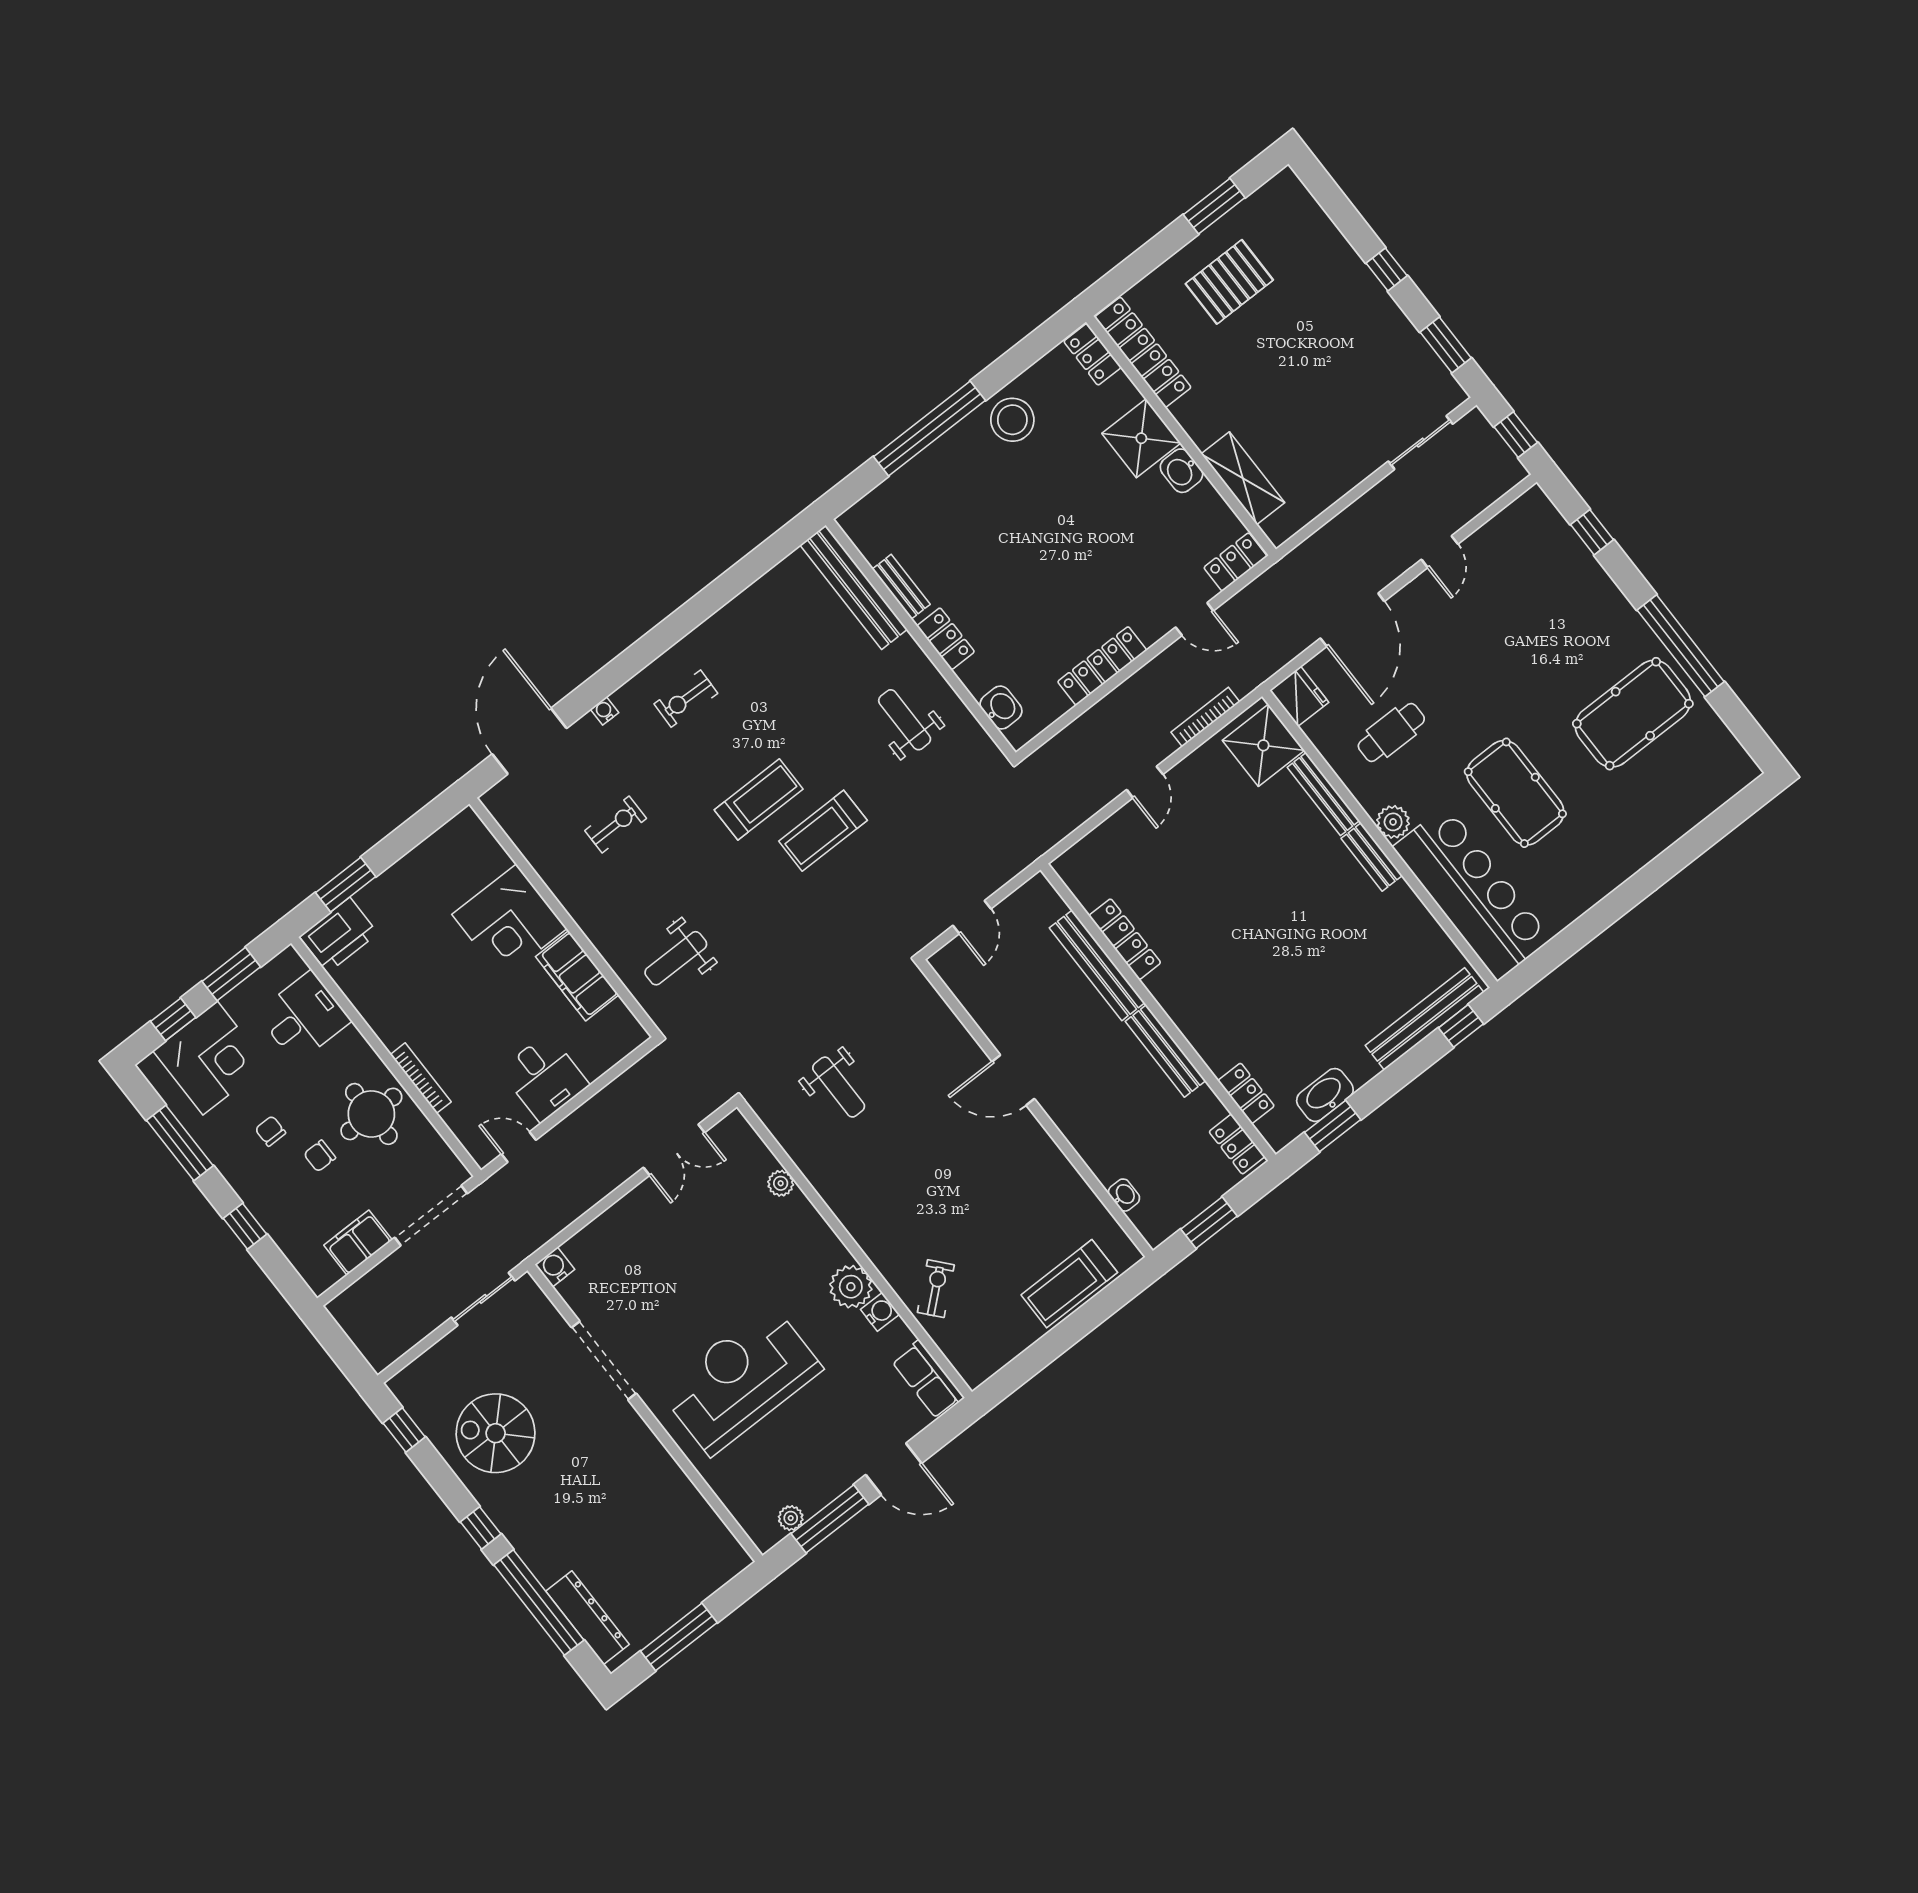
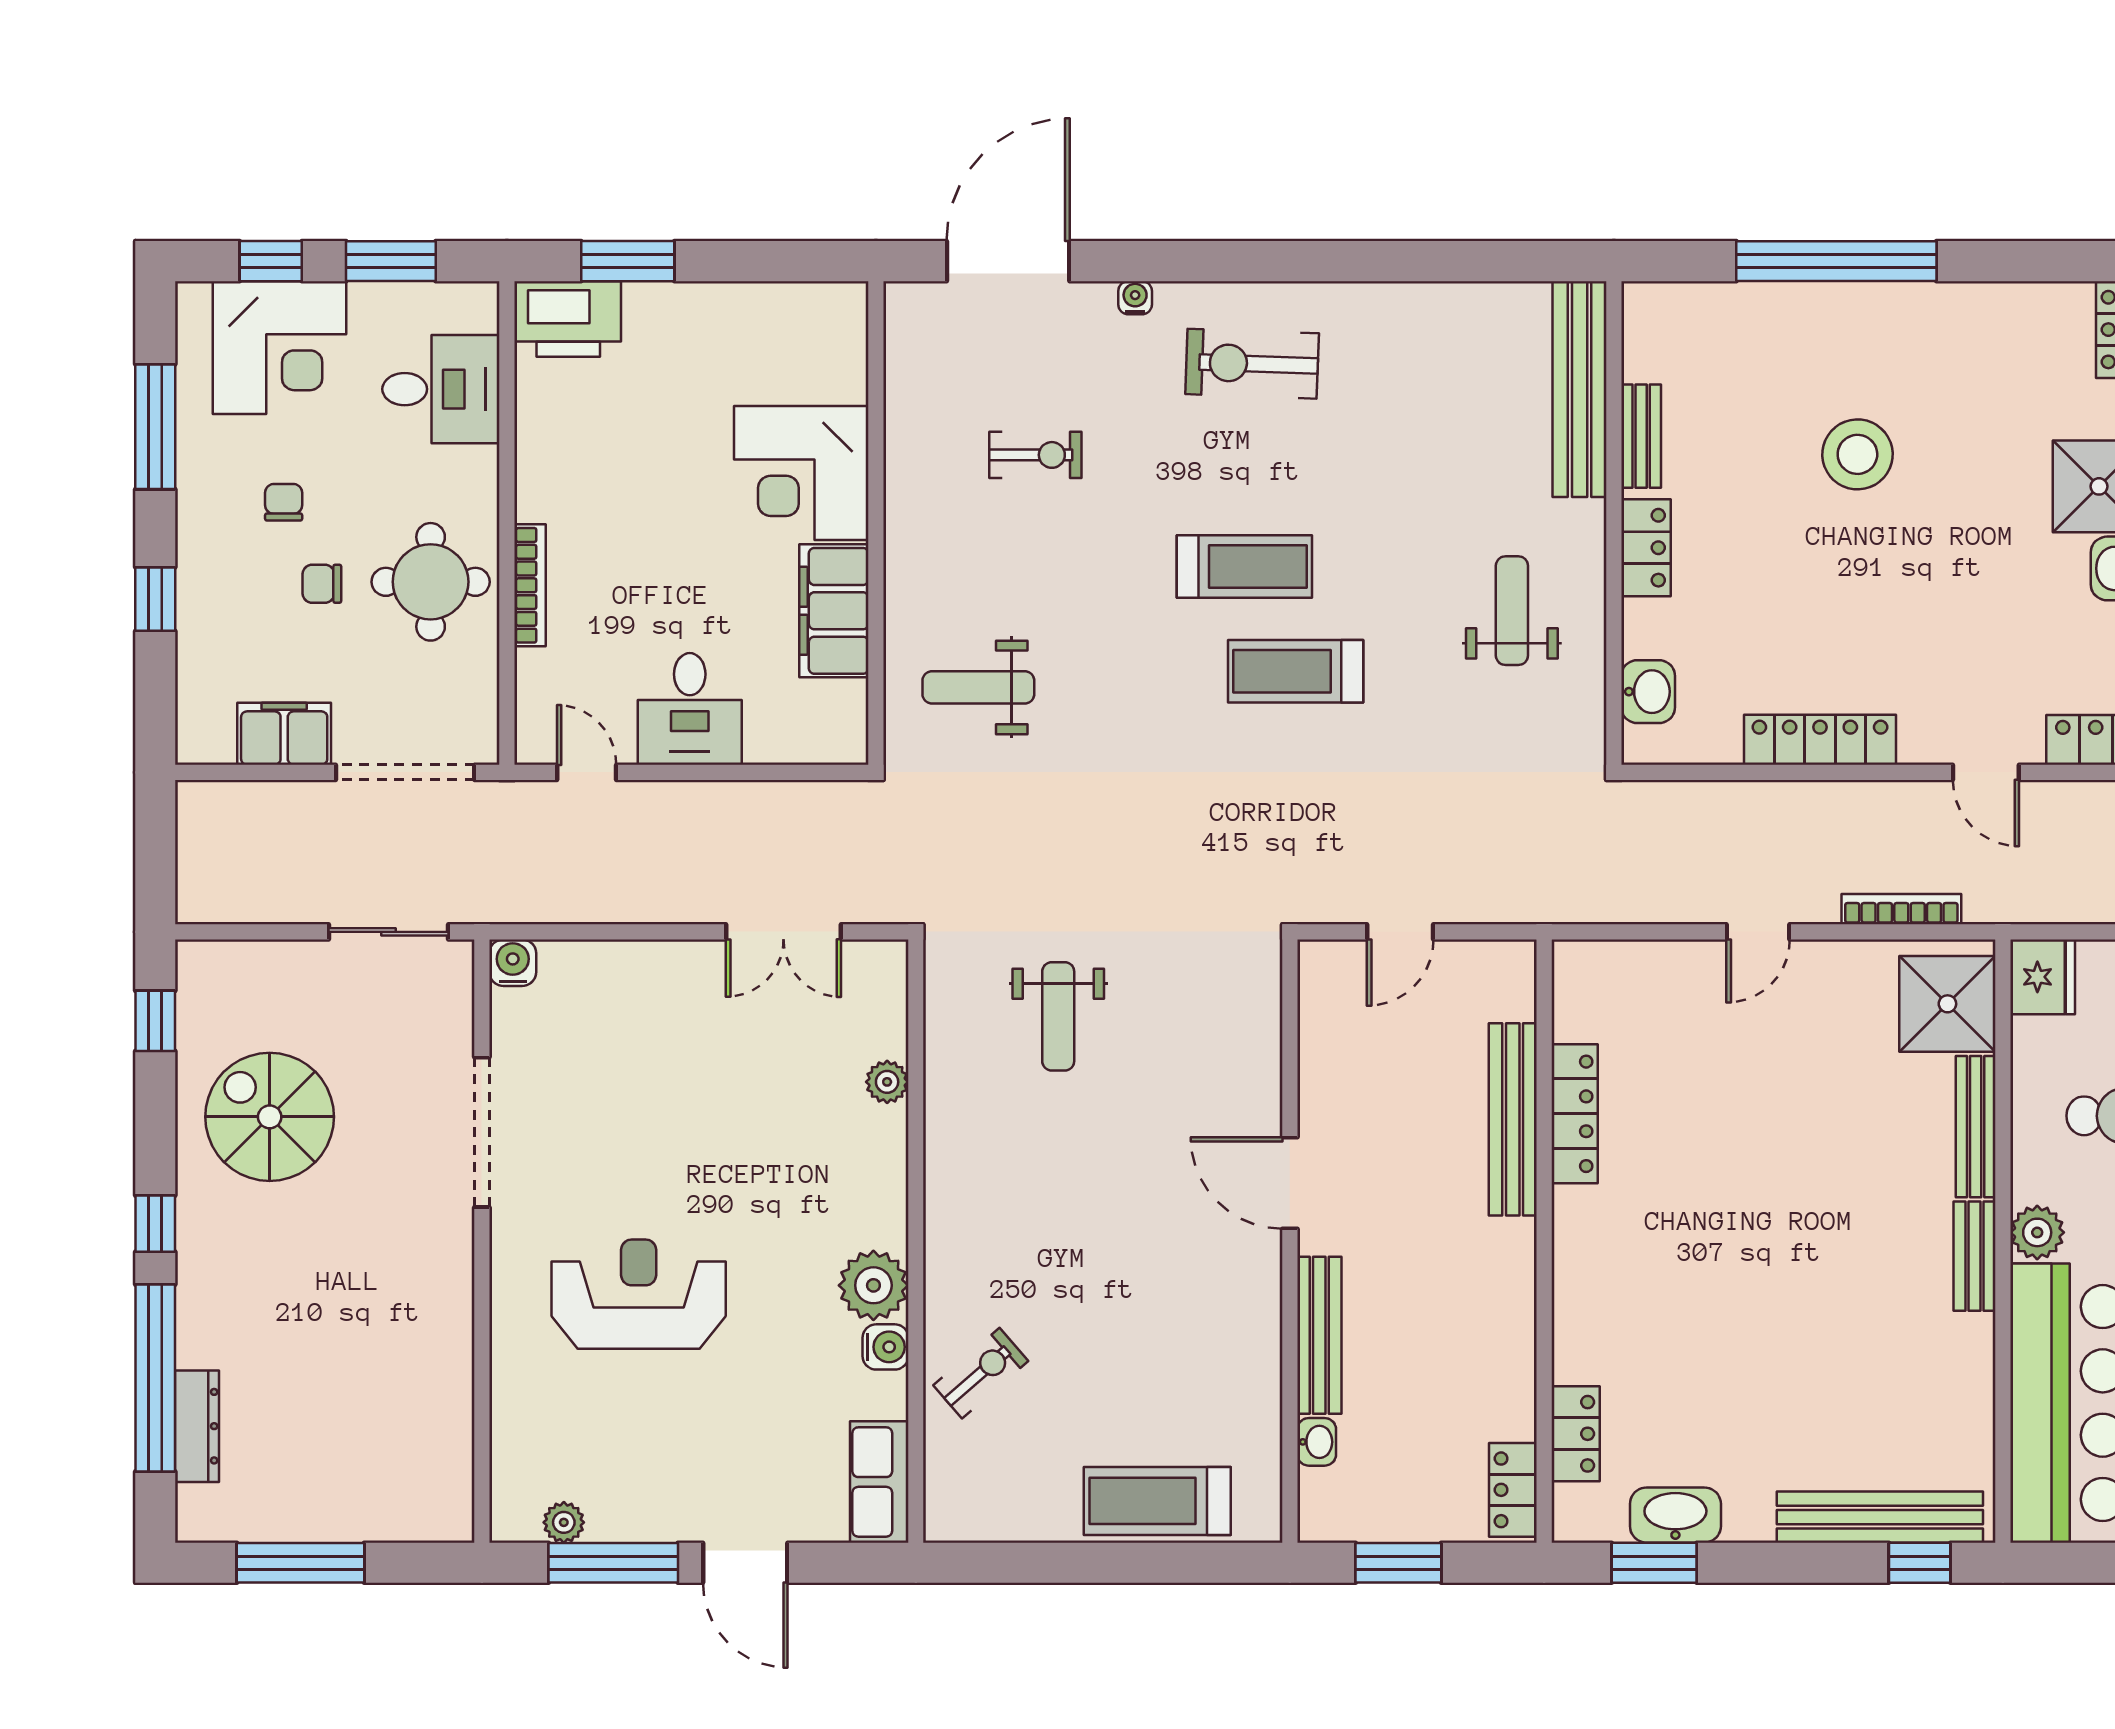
stool: (1012, 420) -> (1857, 454), moved
exercise bike: (686, 699) -> (1252, 364), width x1.38, depth x1.39
bench: (1165, 1051) -> (1319, 1335), moved
reception desk: (741, 1380) -> (639, 1294), width x0.74, depth x0.77
dresser: (588, 1618) -> (197, 1426), width x0.73, depth x0.80

